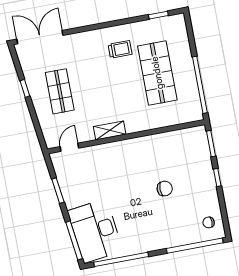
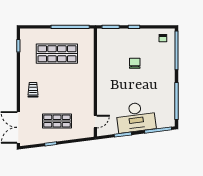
trolley: (120, 49) -> (33, 90), moved
shelving: (110, 130) -> (89, 93), removed
door: (69, 147) -> (95, 122), swing flipped
desk: (95, 231) -> (136, 117), moved

